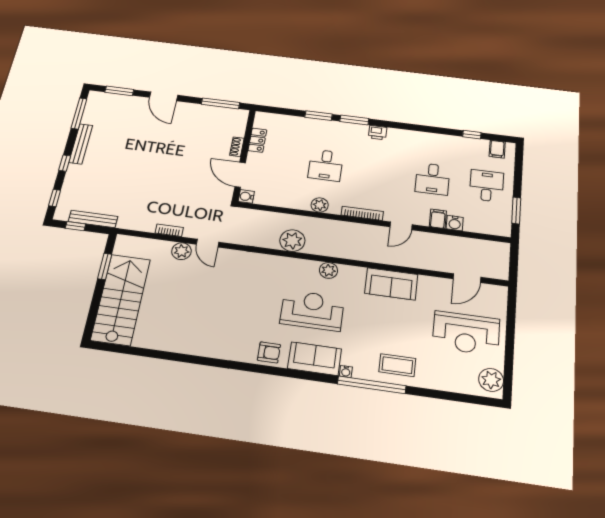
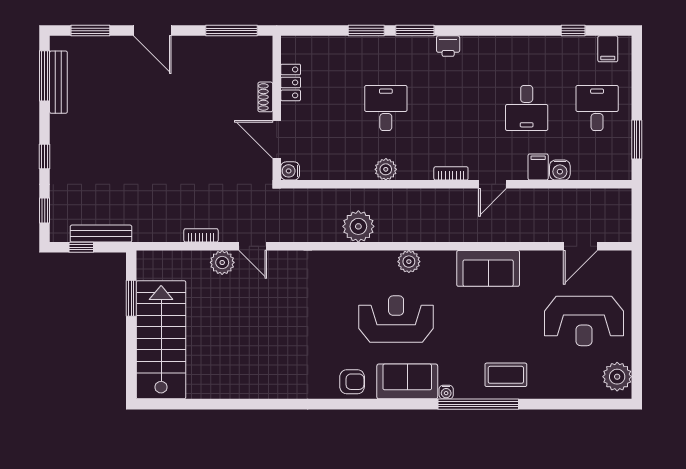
bench: (81, 144) -> (58, 82), moved
desk: (326, 165) -> (386, 108), turned 180
bookcase: (362, 213) -> (451, 173), width x0.64

